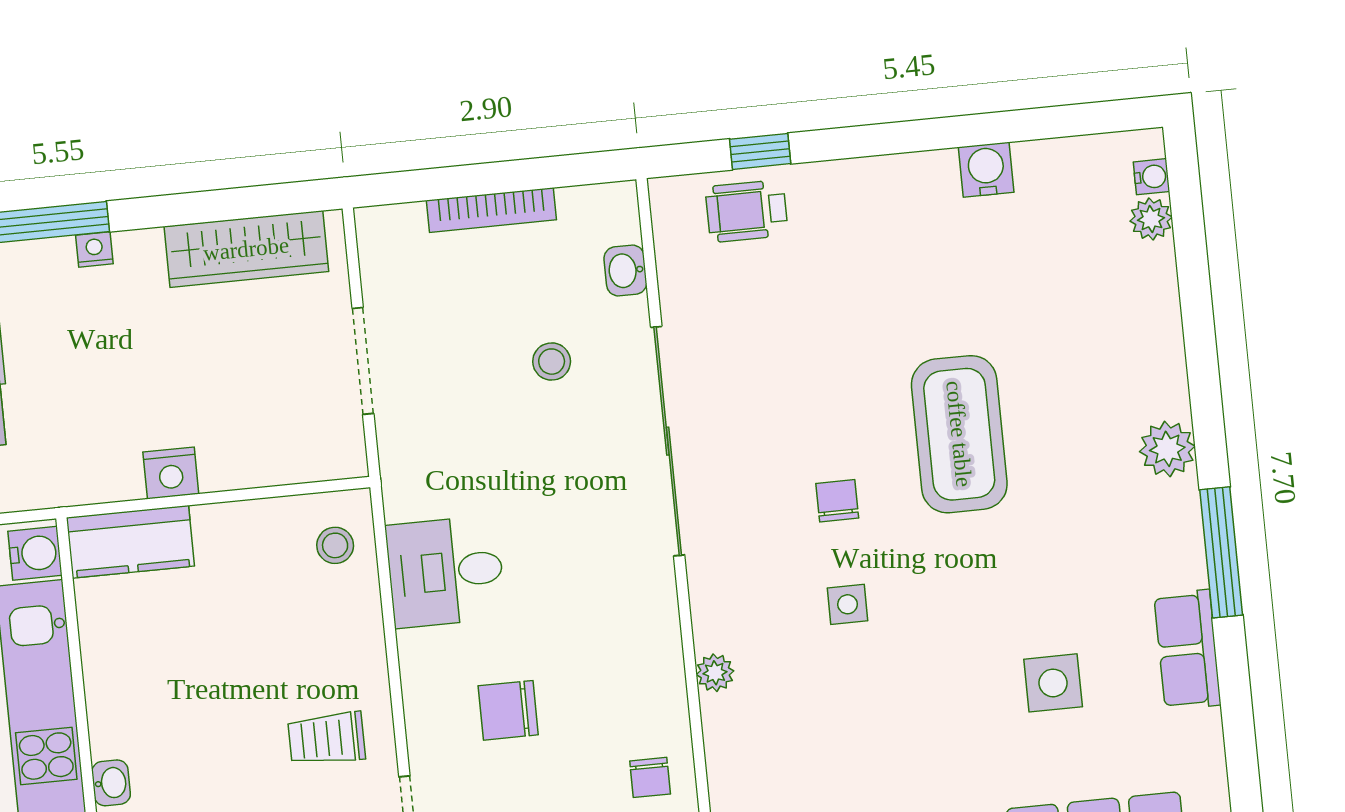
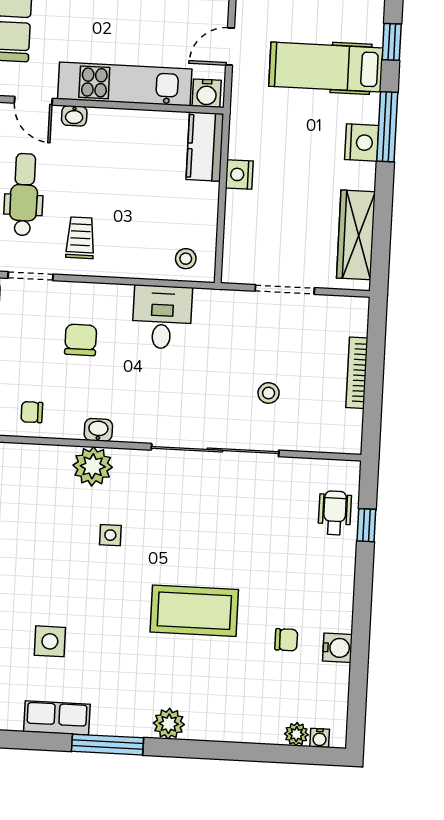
nightstand: (94, 249) -> (362, 143), width x1.89, depth x1.79
washbasin: (625, 271) -> (98, 430), moved
chair: (837, 501) -> (286, 640), moved
plant: (715, 673) -> (93, 466), width x1.88, depth x1.88

